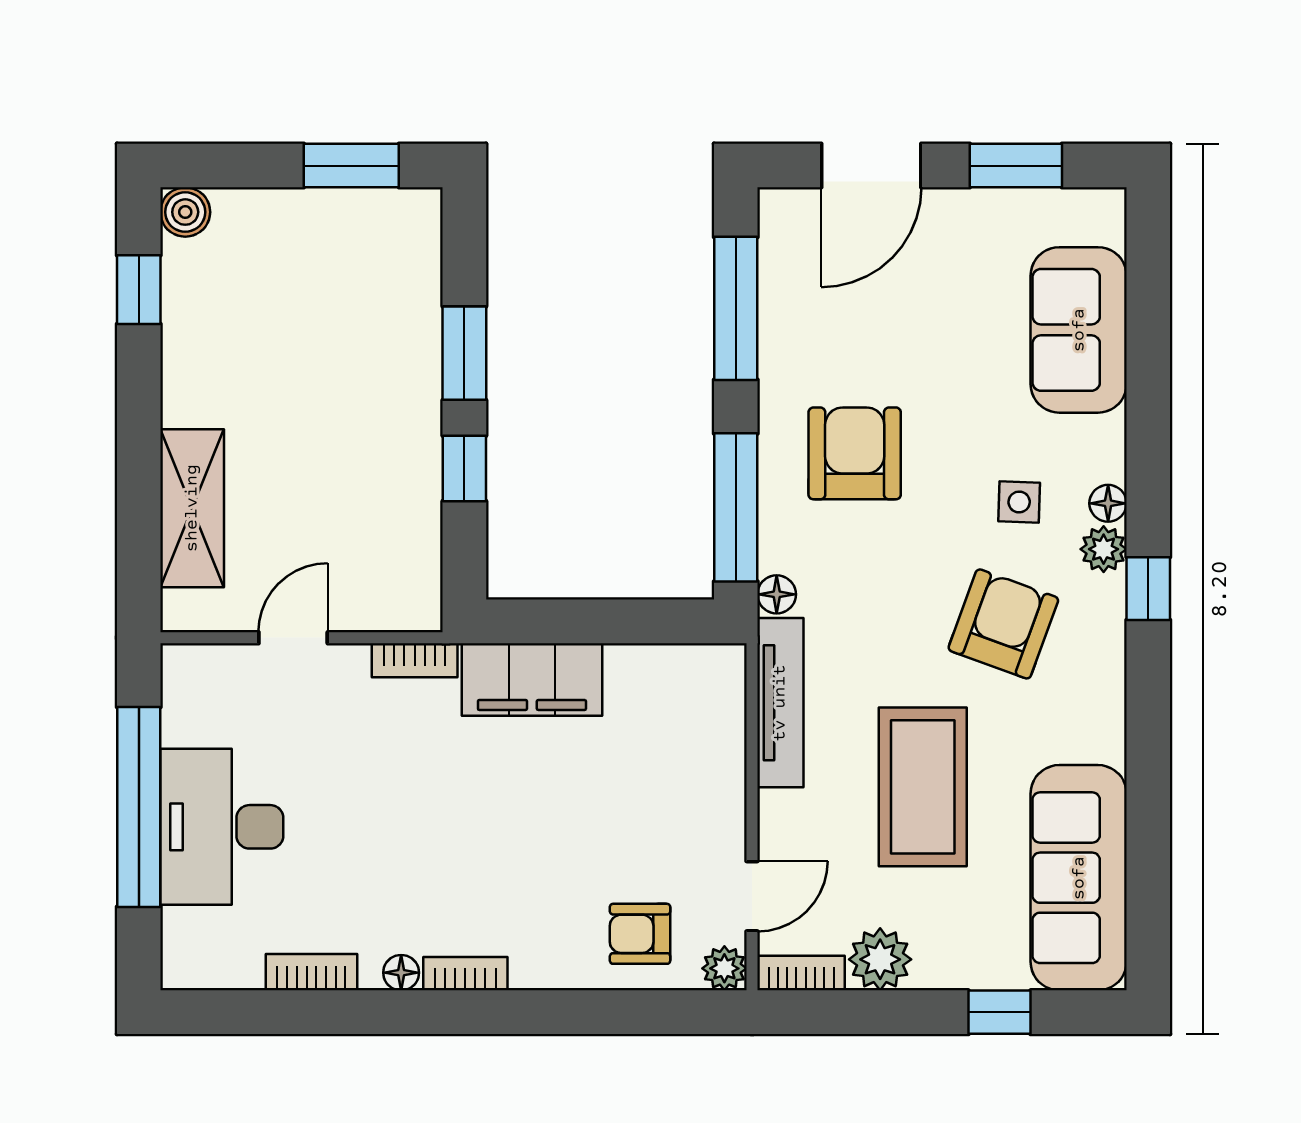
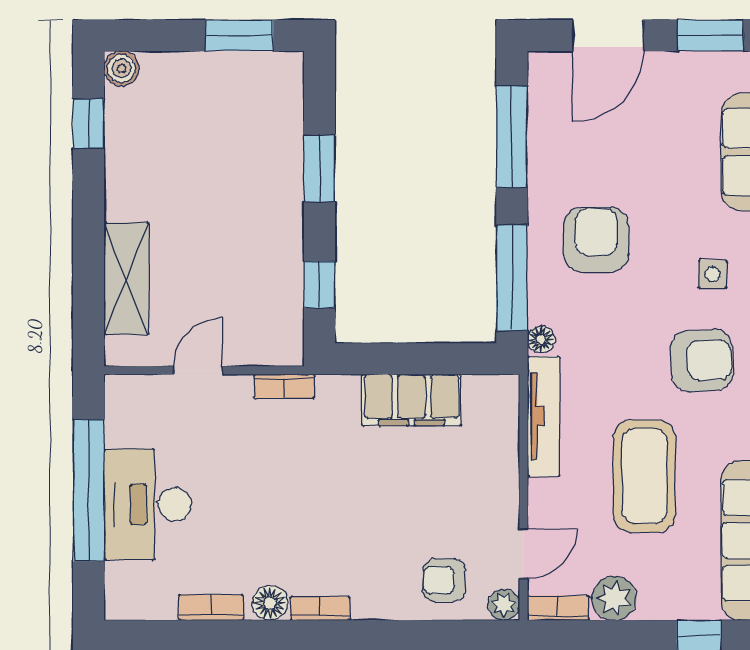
window: (464, 468) -> (319, 285), moved
armchair: (1003, 624) -> (702, 361), turned 67
filing cabinet: (532, 680) -> (411, 400), moved
floor lamp: (401, 973) -> (270, 603), width x1.37, depth x1.37

